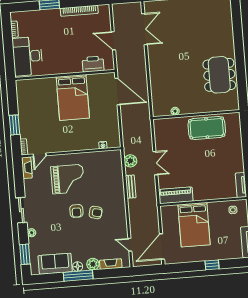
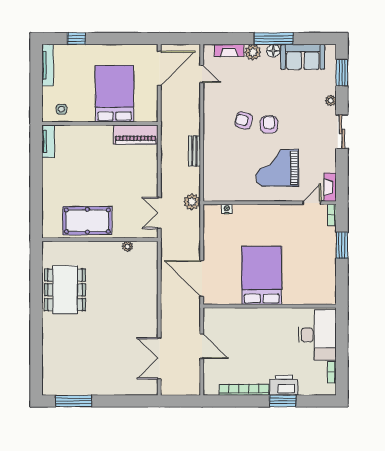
printer: (93, 64) -> (284, 385), moved, turned 180
plant: (130, 161) -> (192, 202), moved
double door: (155, 163) -> (159, 213), moved
window: (212, 265) -> (77, 39), moved

